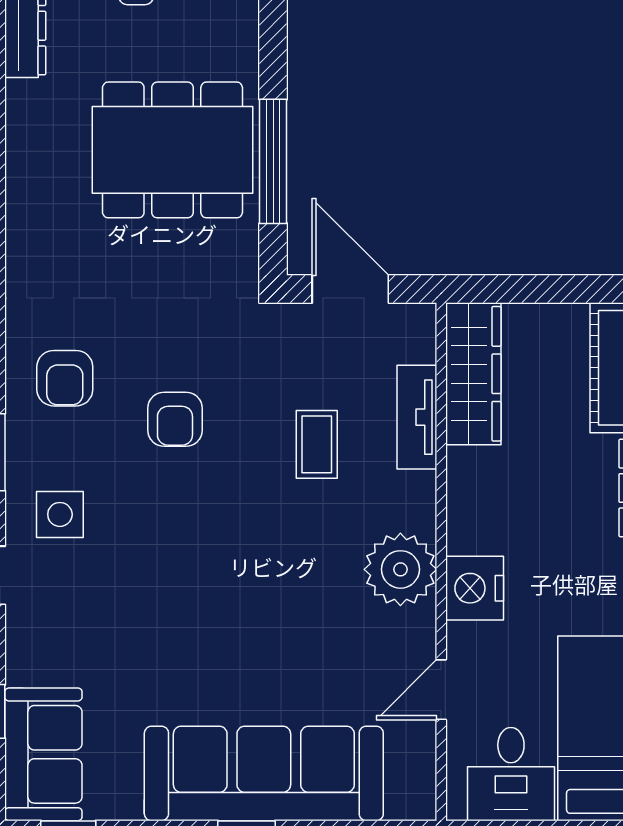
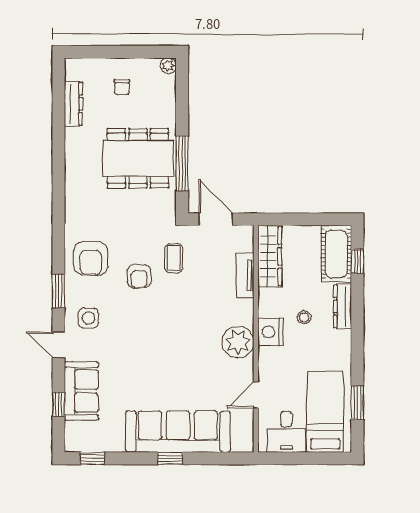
armchair: (65, 378) -> (91, 258), width x1.38, depth x1.38
coffee table: (317, 444) -> (174, 258), moved
stool: (552, 513) -> (304, 318), added
nightstand: (475, 588) -> (270, 332), moved
sofa: (43, 754) -> (81, 391), moved

